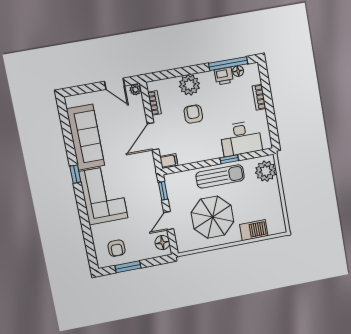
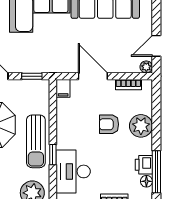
armchair: (193, 114) -> (109, 124), turned 180

